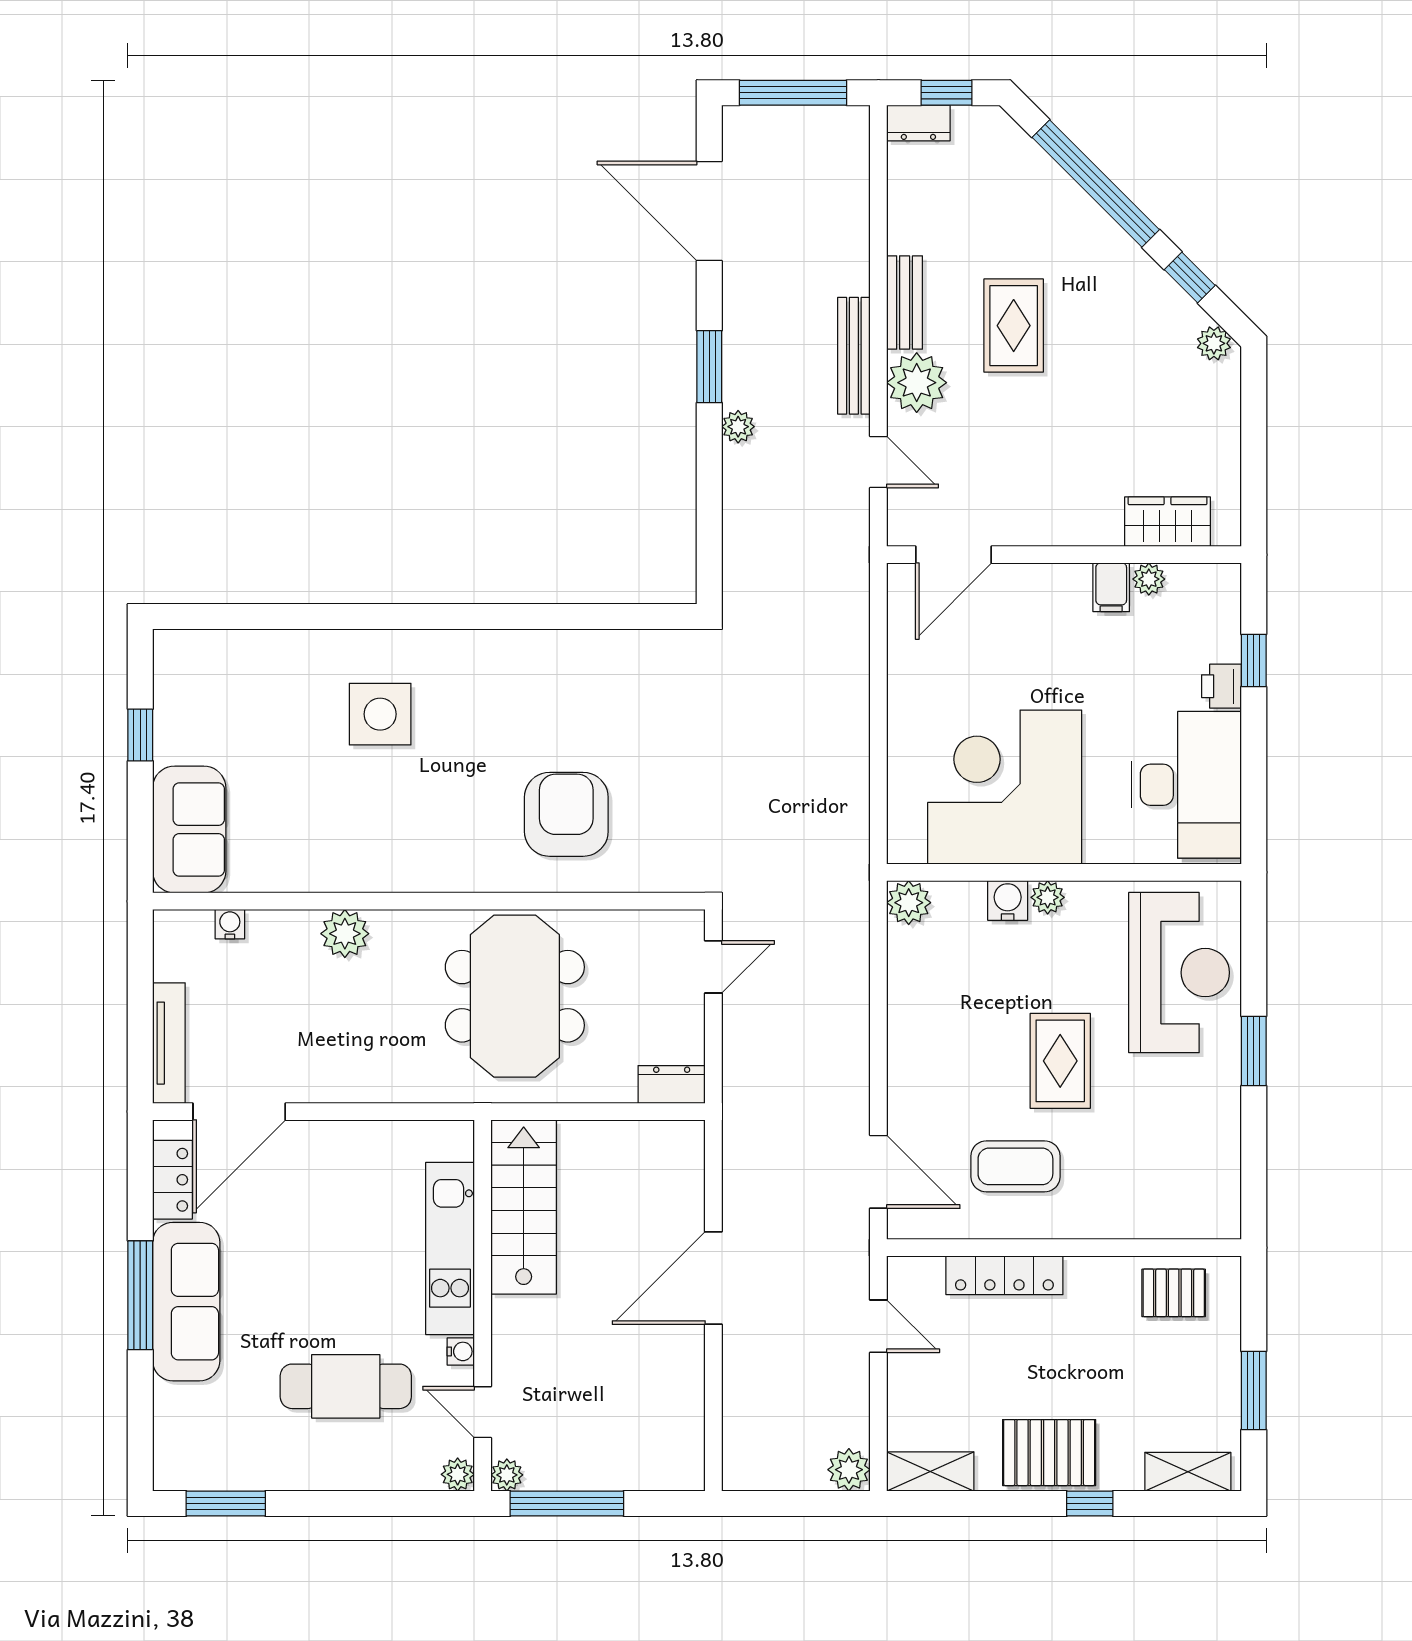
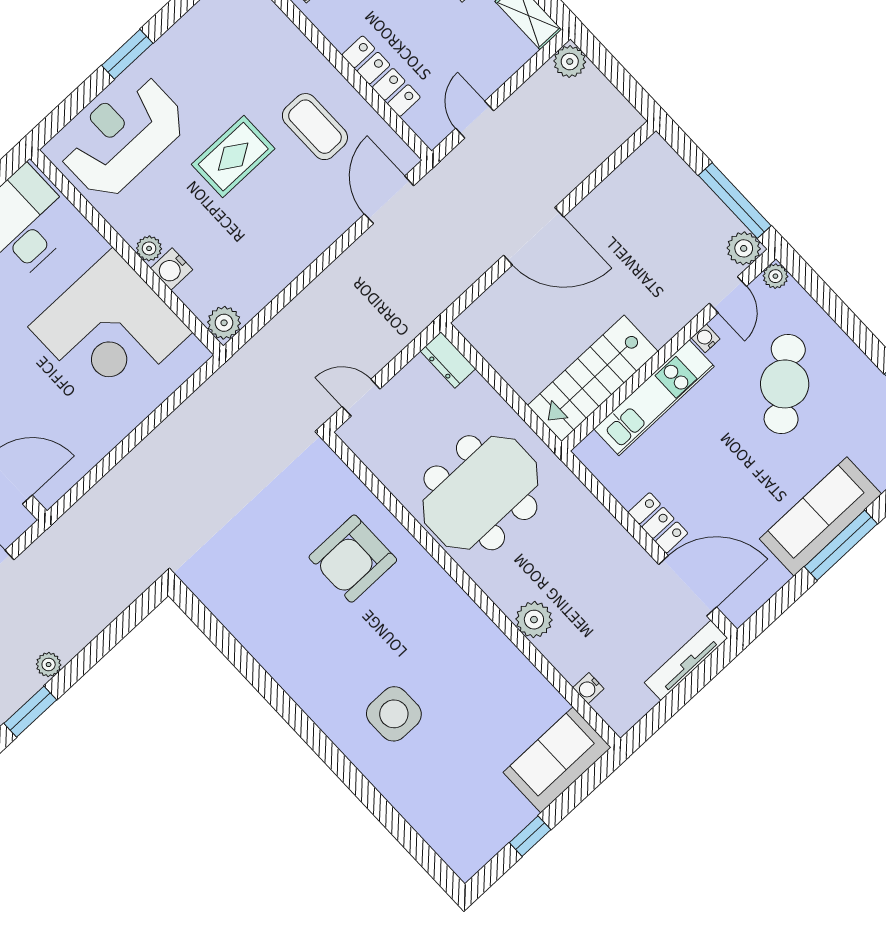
locker: (172, 1180) -> (658, 523), moved, turned 90
cafe table: (346, 1386) -> (785, 384), turned 49
plant: (507, 1475) -> (744, 248), width x1.38, depth x1.38

